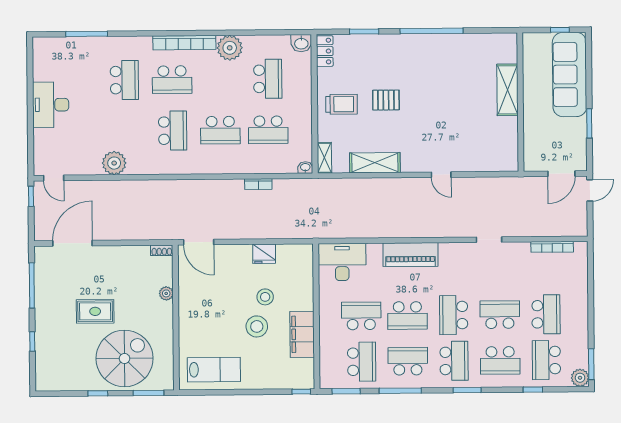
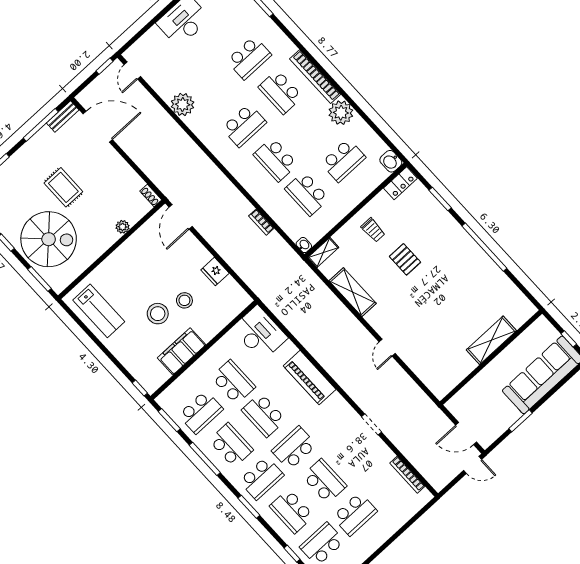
trolley: (342, 104) -> (373, 230), width x0.73, depth x0.72
bench: (41, 263) -> (63, 116), added

